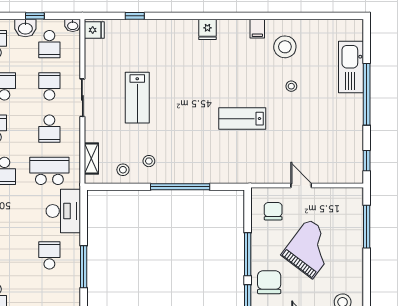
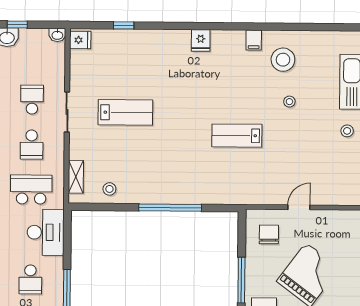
school desk: (49, 44) -> (32, 55), removed
lab bench: (137, 98) -> (125, 112), turned -90
stool: (149, 161) -> (347, 131), moved
door: (301, 185) -> (299, 207), hinge flipped
school desk: (49, 255) -> (30, 279), turned 180

